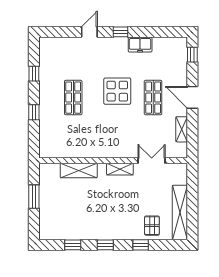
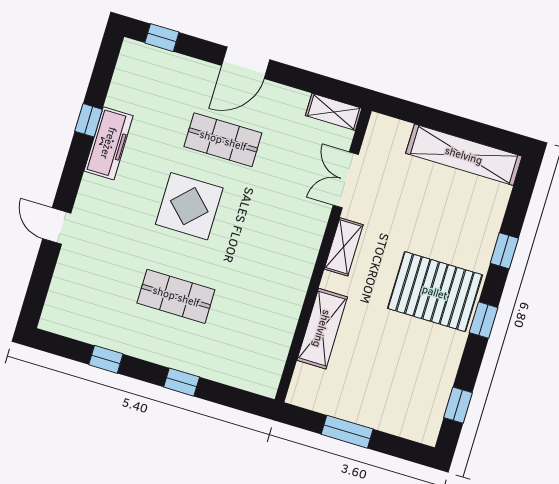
window: (121, 32) -> (89, 120), moved
freezer: (140, 45) -> (109, 143), width x1.40
shelving: (182, 129) -> (334, 112), moved
pallet: (152, 226) -> (435, 292), moved, width x2.05, depth x2.00
window: (73, 245) -> (458, 405), moved

